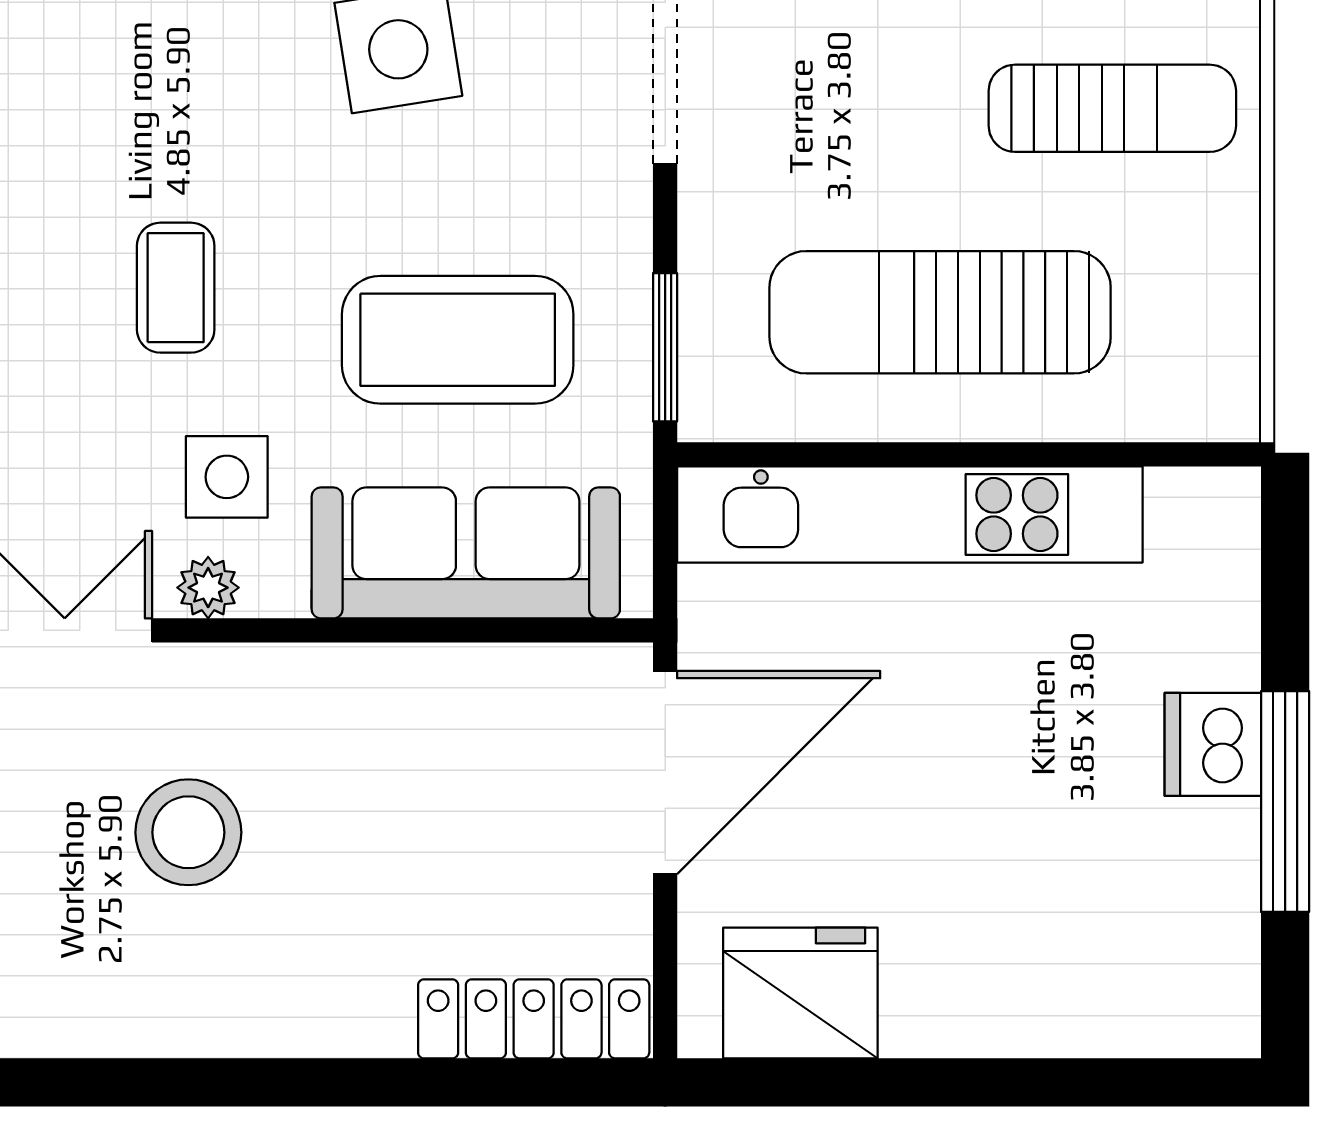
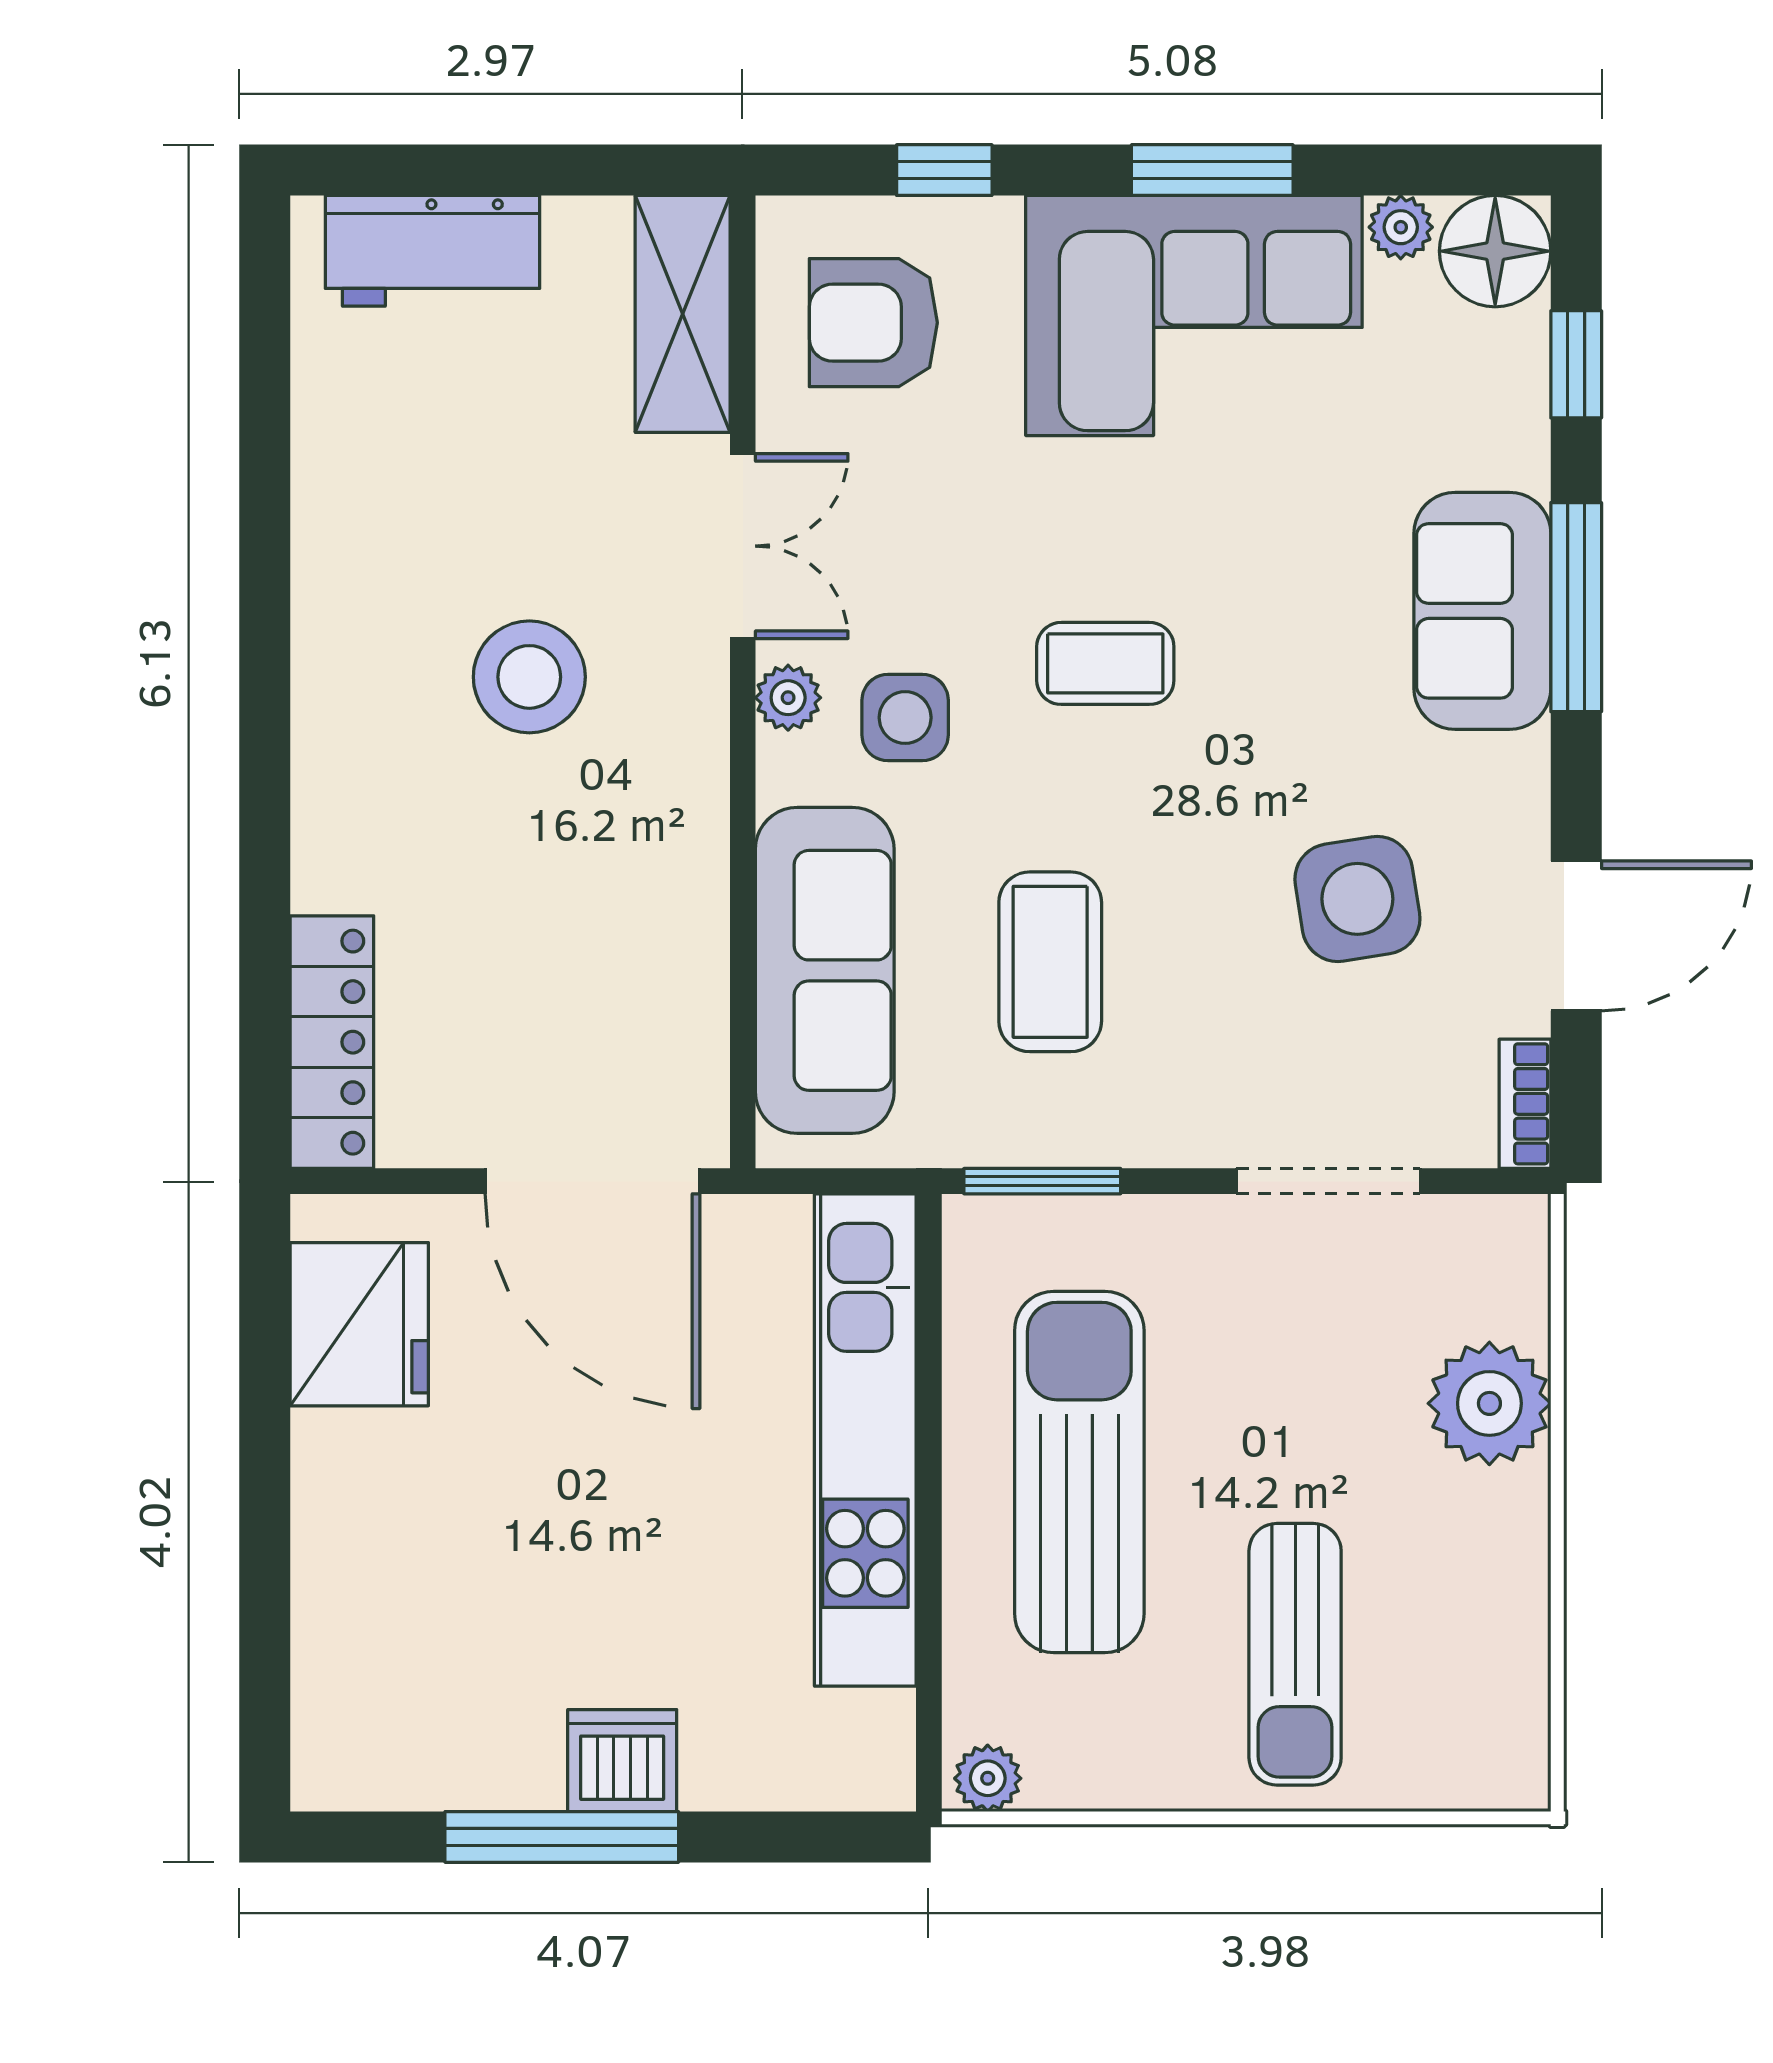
coffee table: (458, 340) -> (1050, 962), width x0.73, depth x0.76
plant: (1230, 399) -> (988, 1778), added

